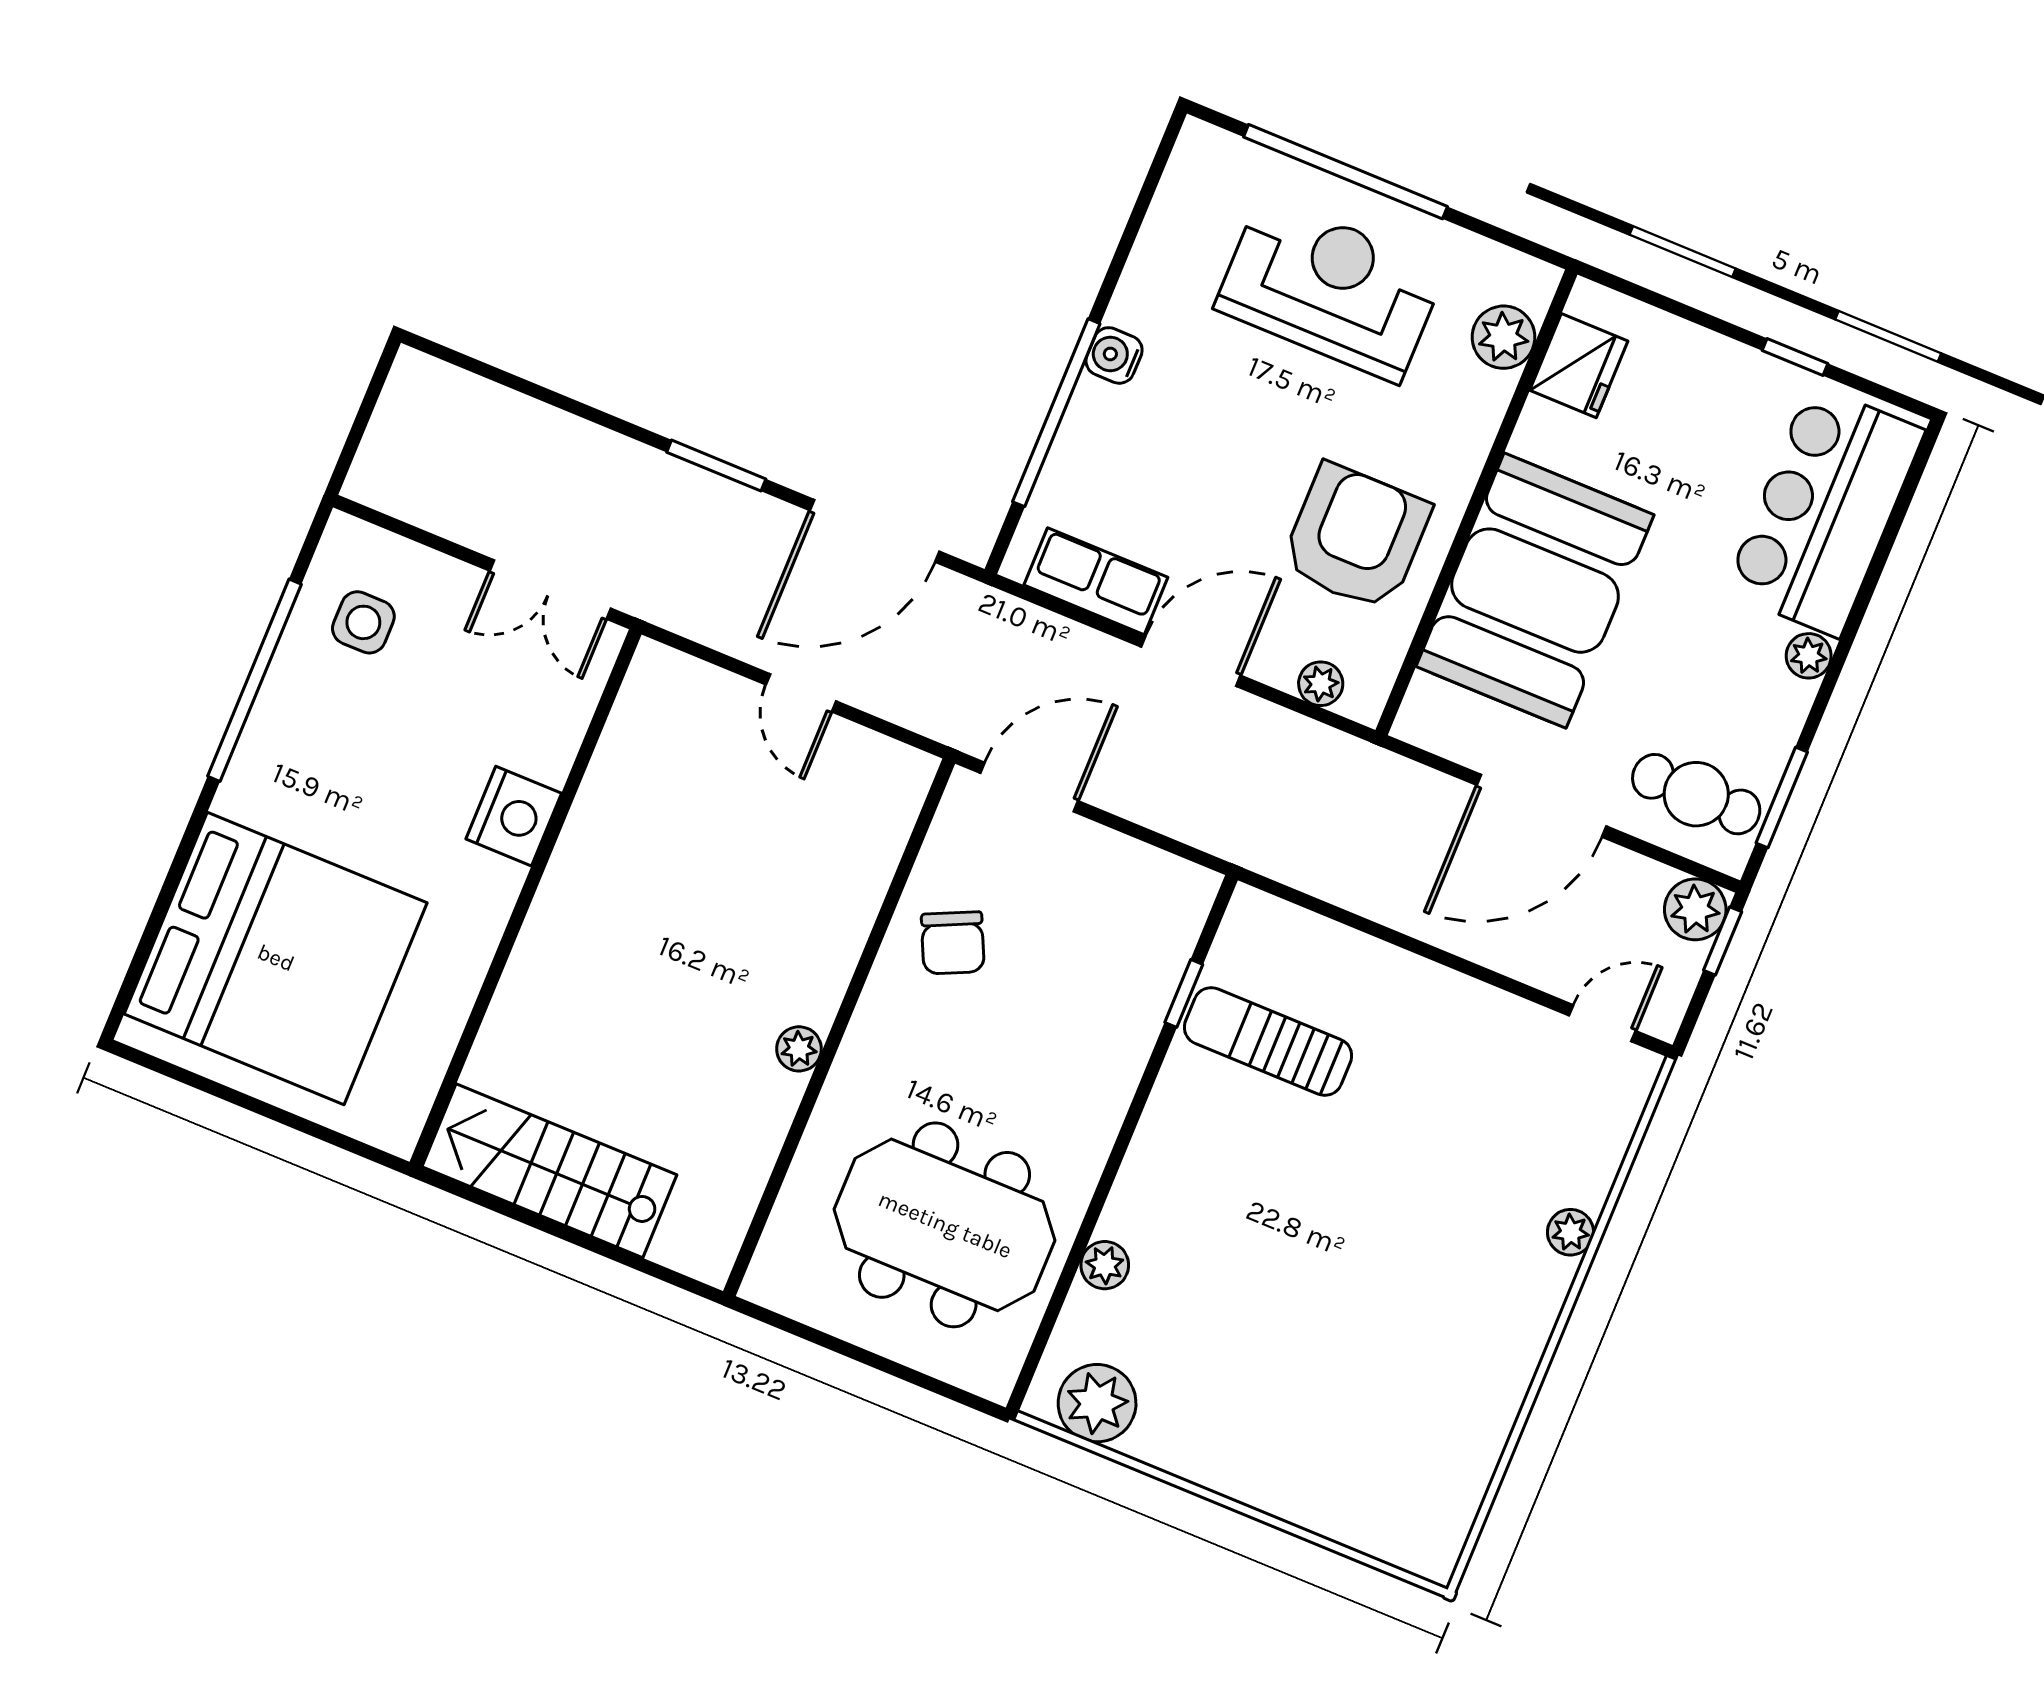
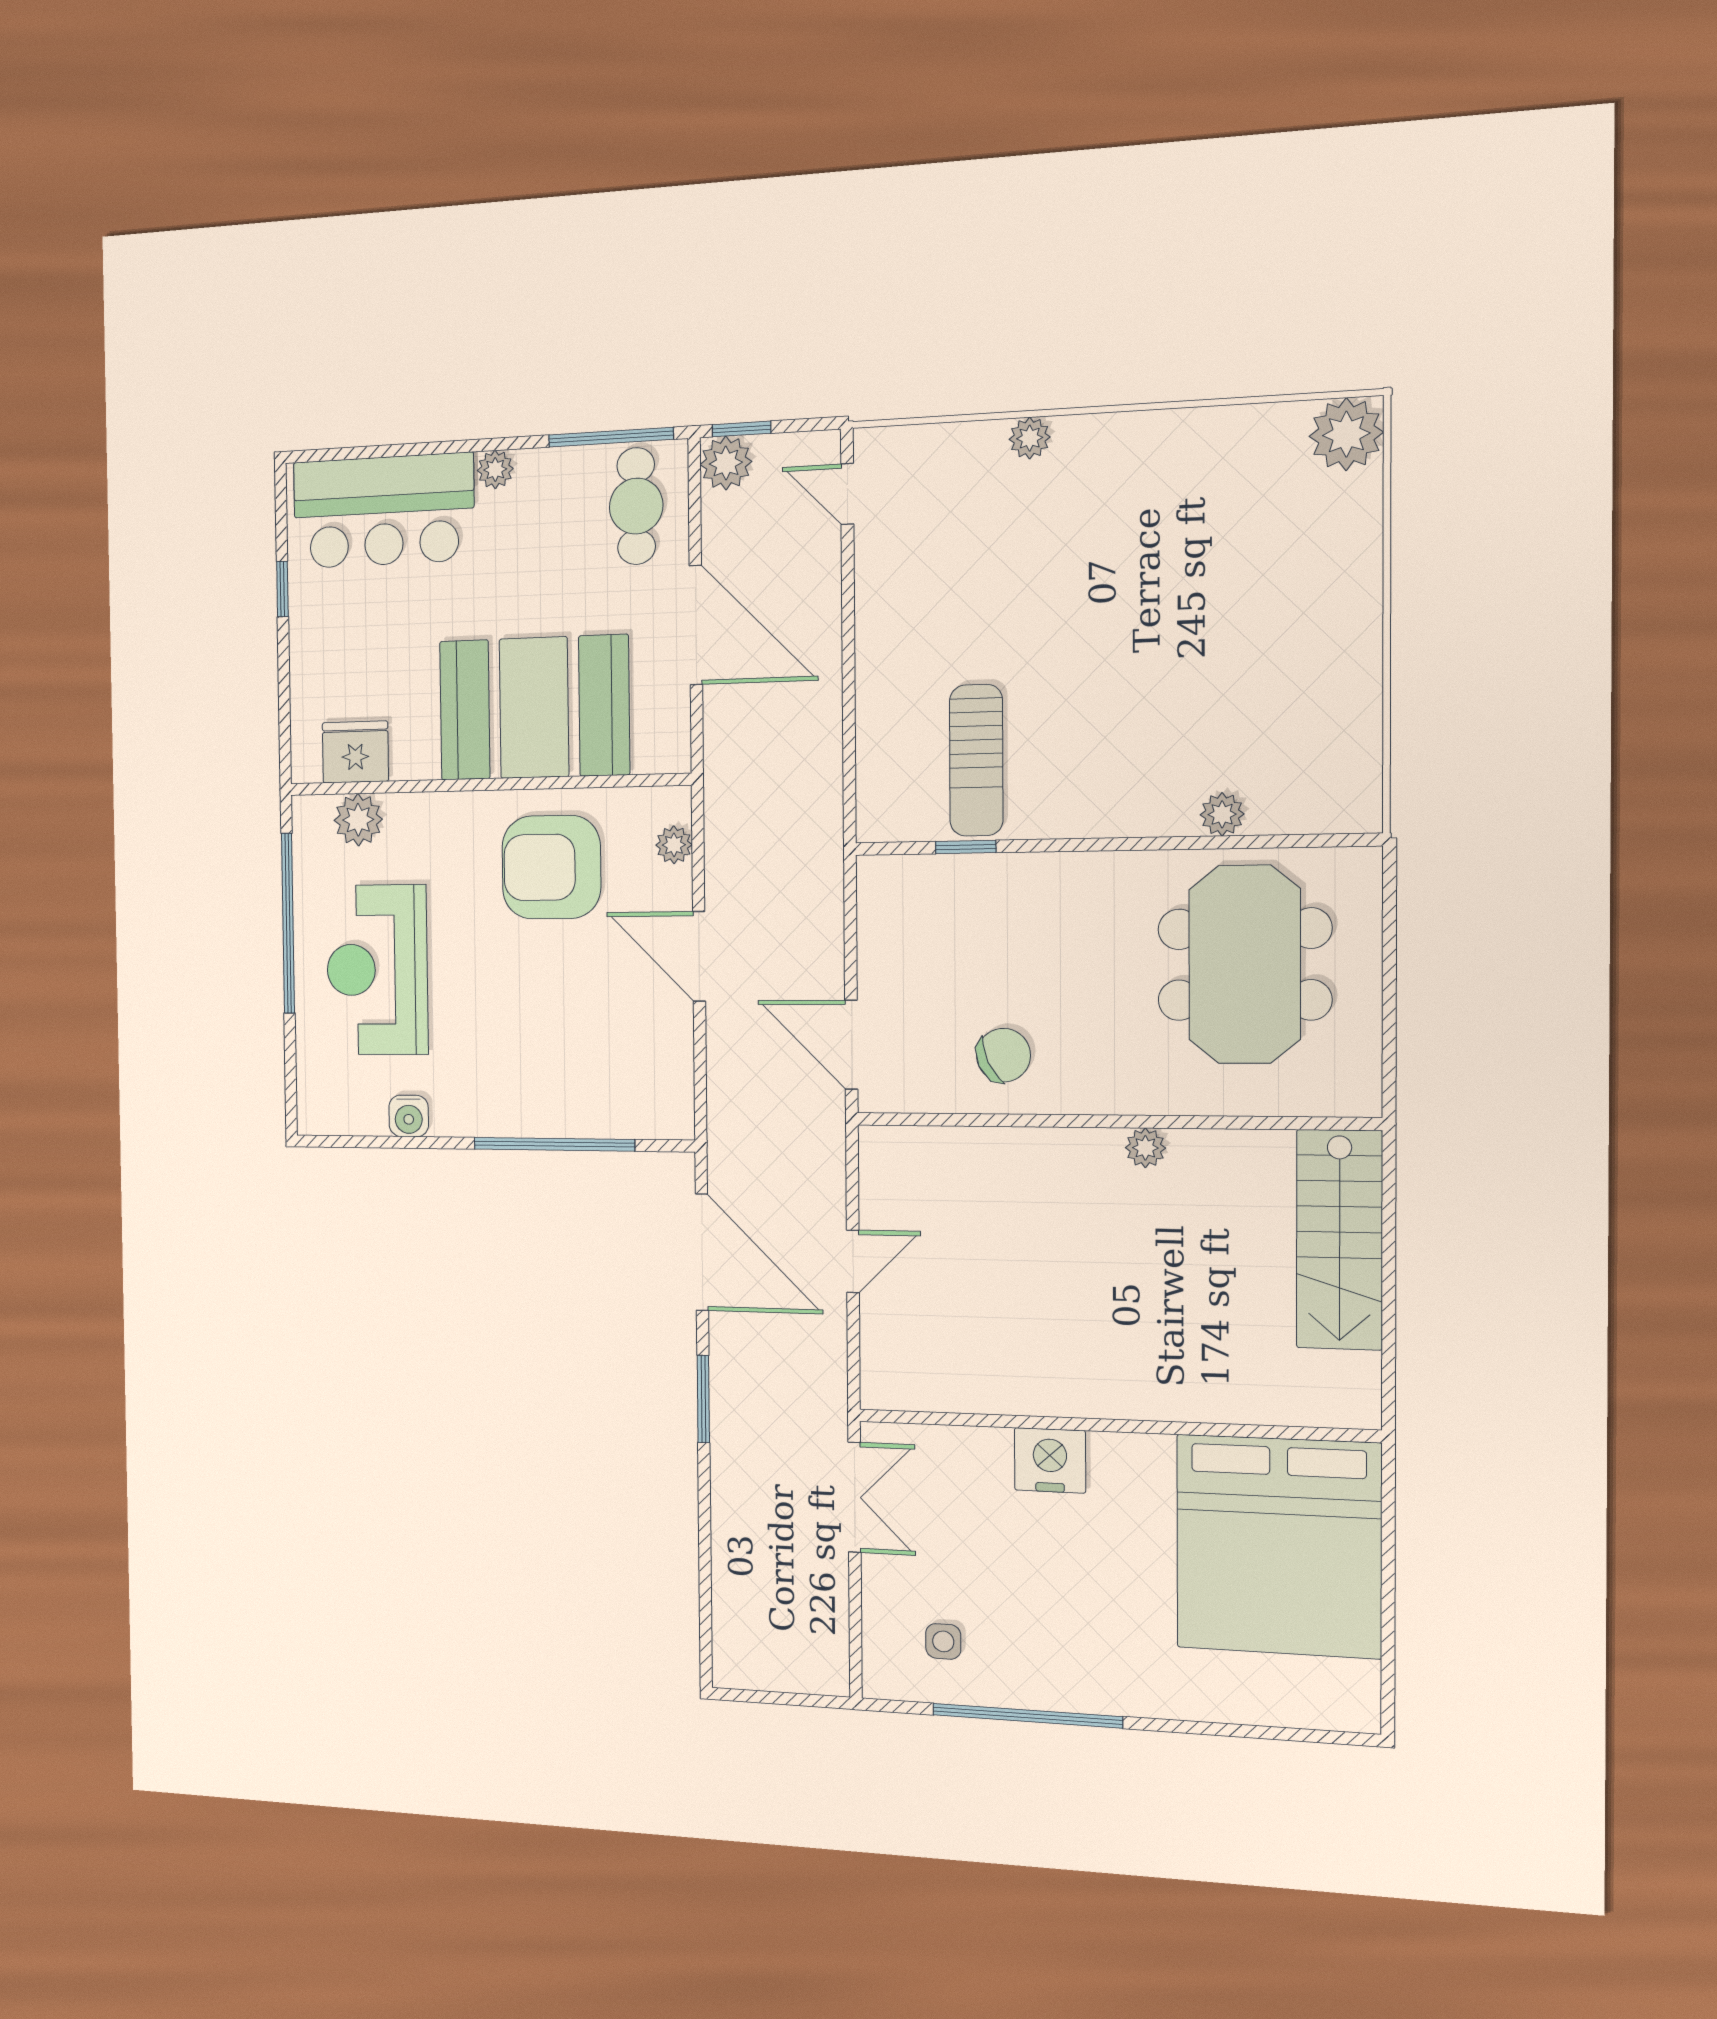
window: (1346, 172) -> (288, 923), moved
water cooler: (1114, 355) -> (409, 1116), moved
row of seats: (1096, 581) -> (668, 1059), removed
side table: (363, 622) -> (943, 1641), width x0.73, depth x0.73
window: (1782, 797) -> (611, 437), width x1.44
bed: (276, 958) -> (1279, 1546), moved, turned 180
stairs: (549, 1171) -> (1339, 1240), moved
plant: (1097, 1403) -> (1346, 434), moved

